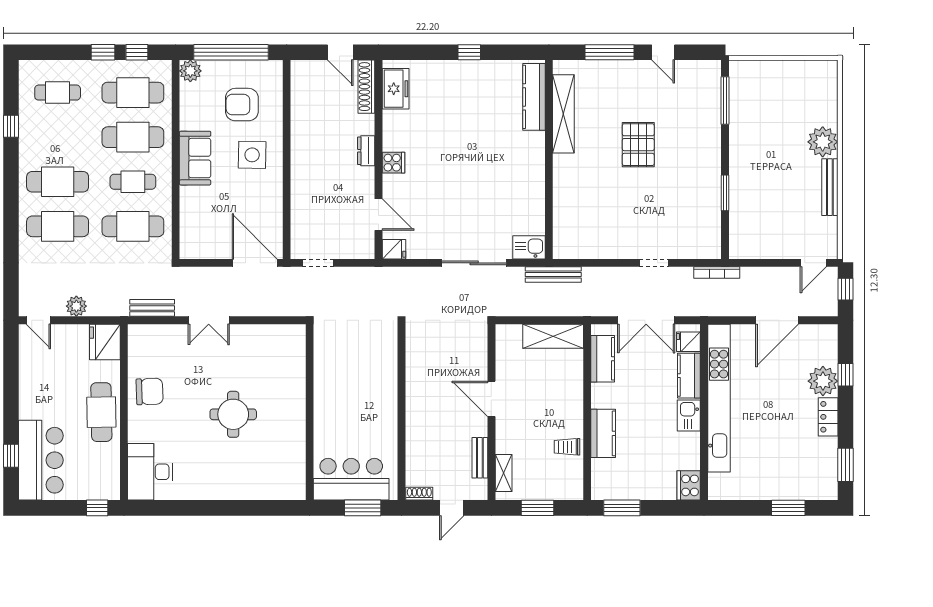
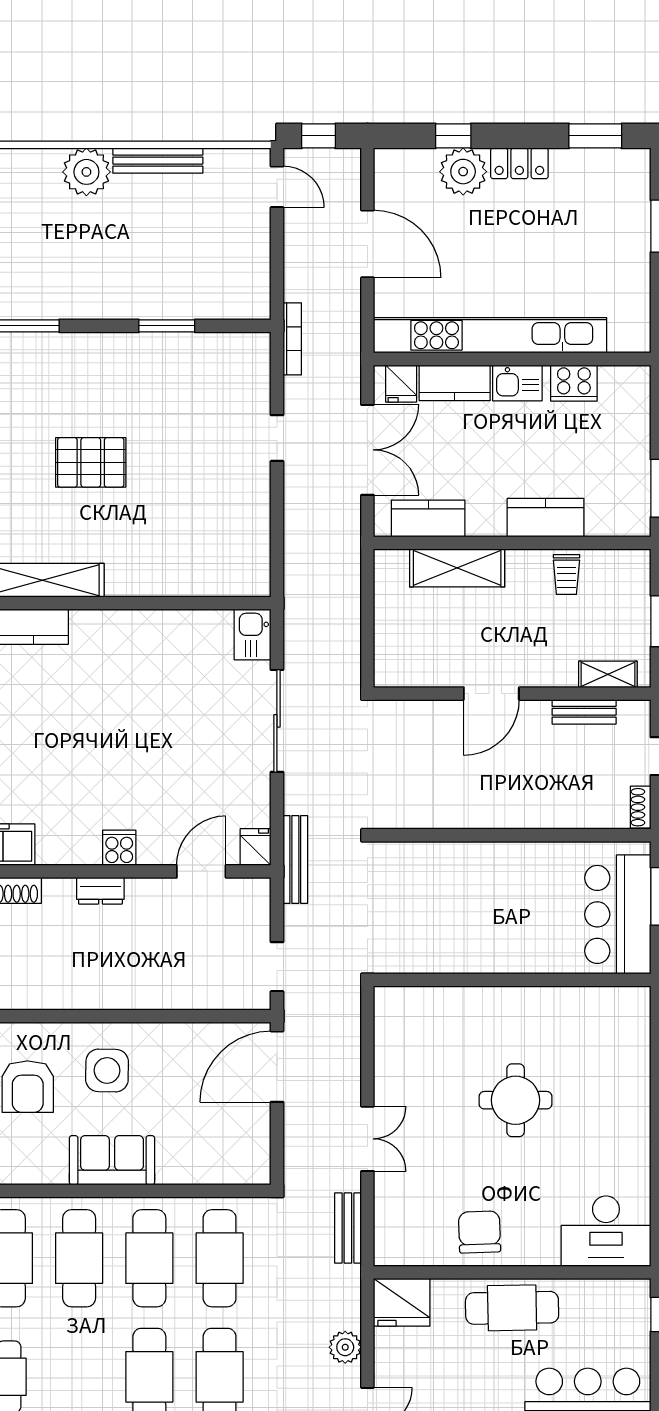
cafe table: (133, 182) -> (149, 1258), width x1.37, depth x1.35
bench: (553, 274) -> (295, 859), moved
shelving: (553, 336) -> (457, 568), moved, turned 90
cooker: (689, 485) -> (574, 383), moved

